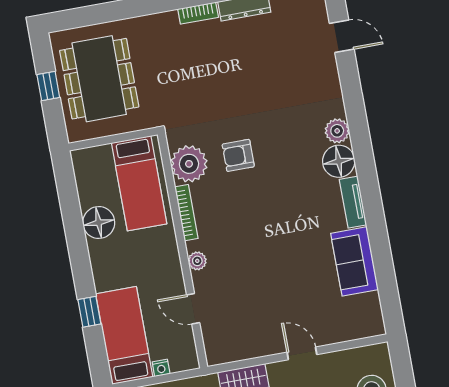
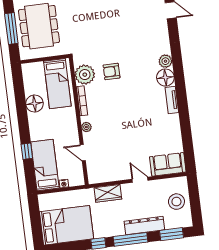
window: (48, 86) -> (11, 29), width x2.17
sofa: (354, 261) -> (168, 164), moved, turned 90

